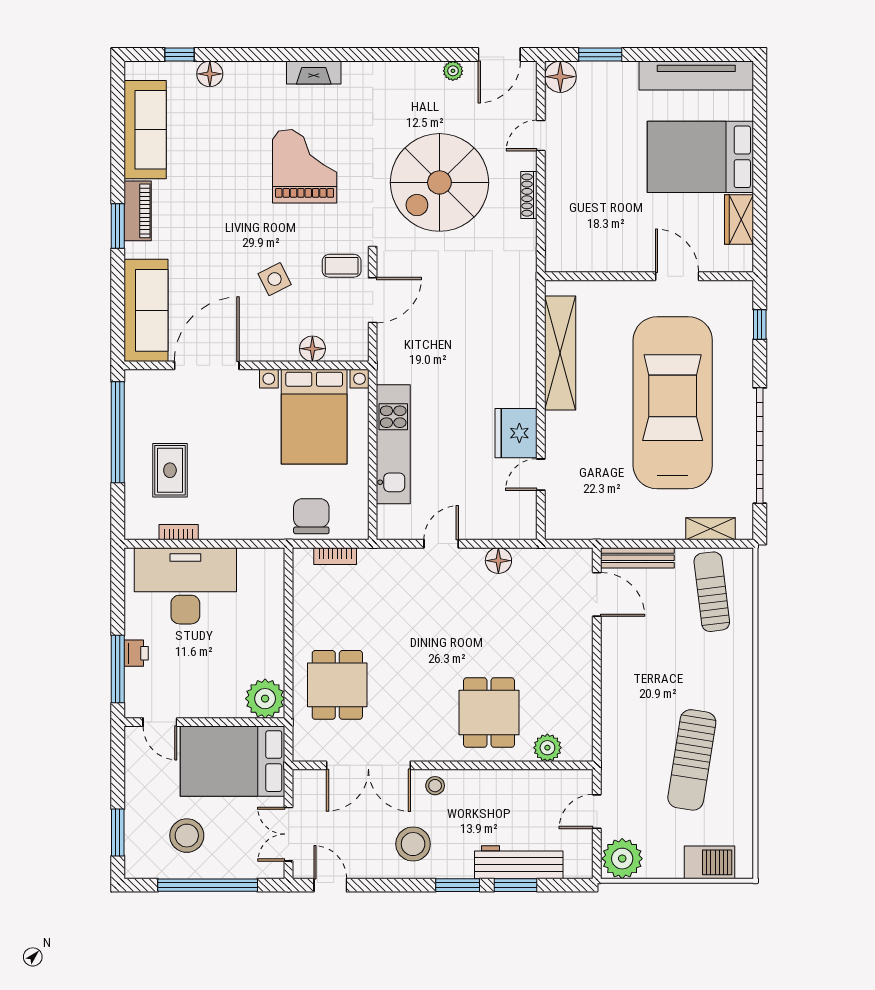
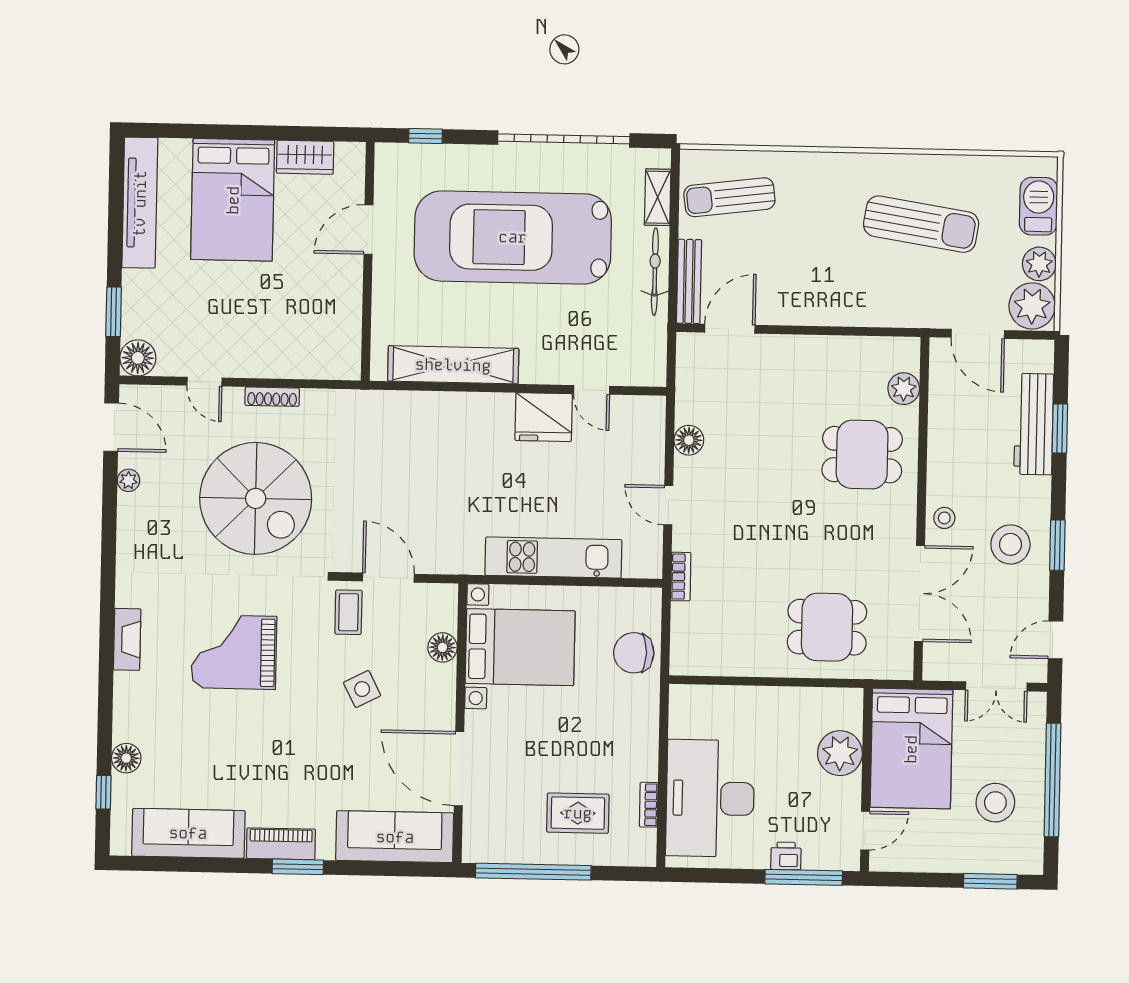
bicycle: (645, 528) -> (655, 272), added
bookcase: (335, 556) -> (681, 577), moved
plant: (265, 699) -> (840, 753), moved
door: (597, 812) -> (978, 334), width x1.38
plant: (659, 864) -> (1039, 264), added
window: (458, 885) -> (1057, 545), moved

